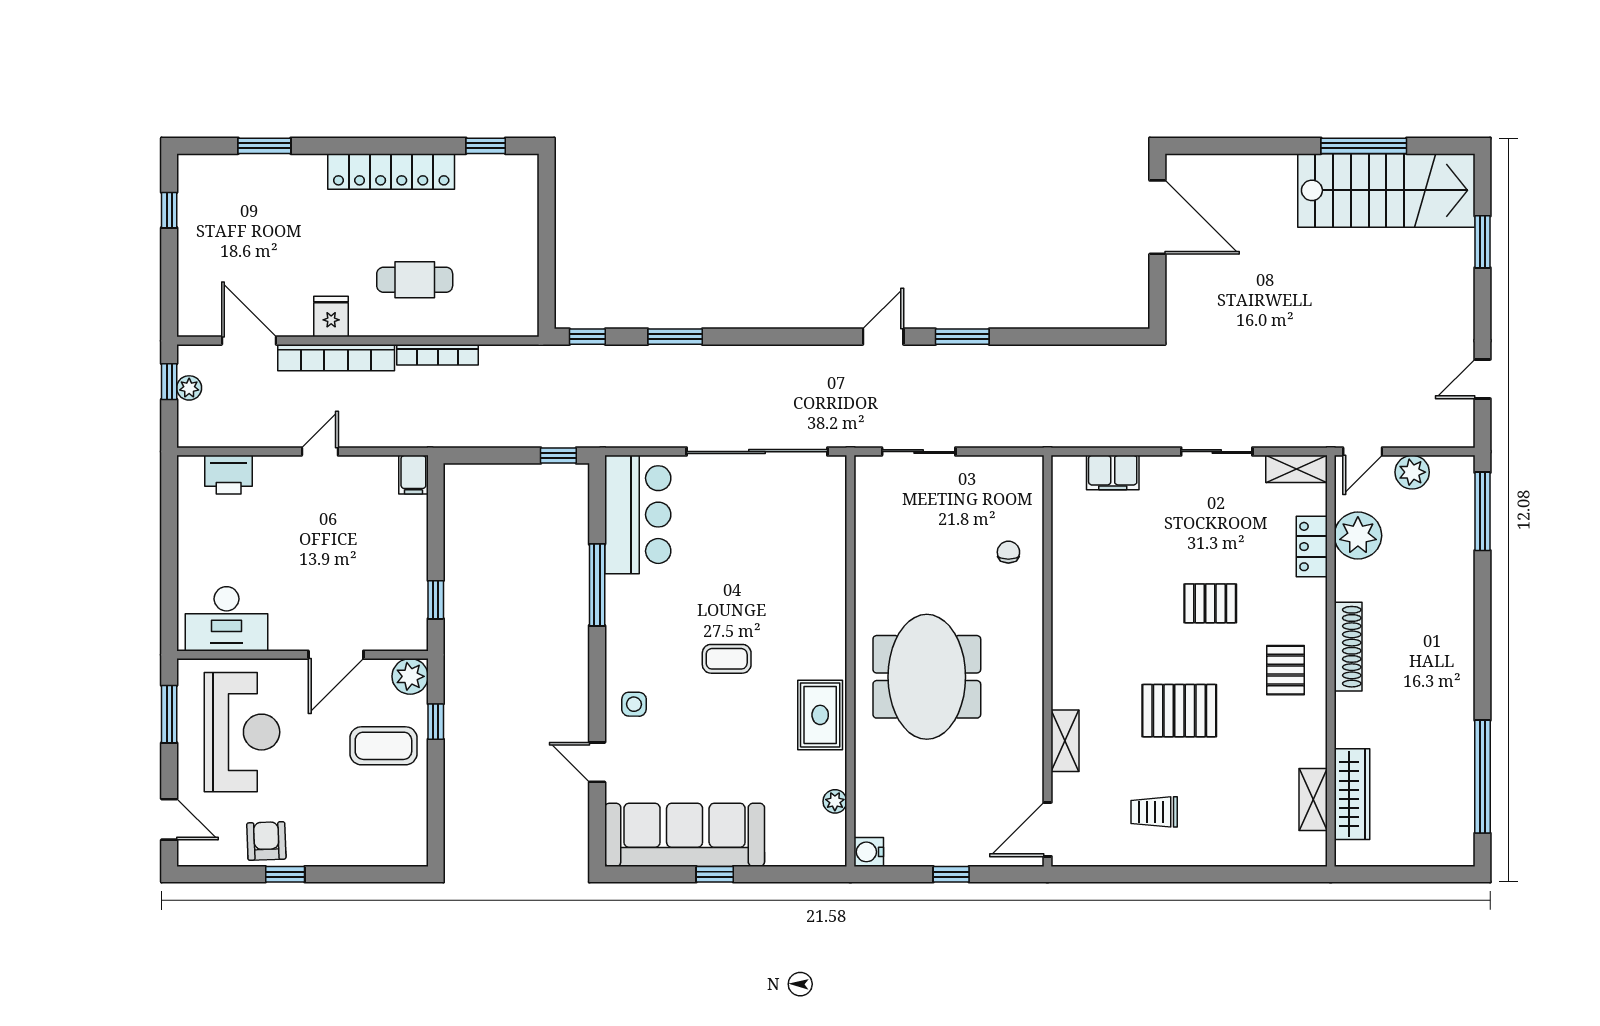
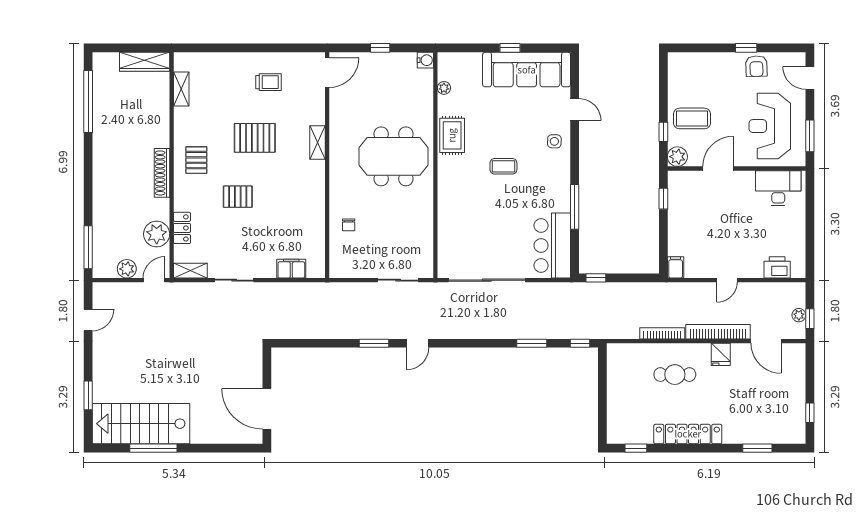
meeting table: (927, 677) -> (393, 156), turned 90
shelving: (1065, 741) -> (318, 143), moved
wardrobe: (1352, 794) -> (145, 62), moved, turned -90

